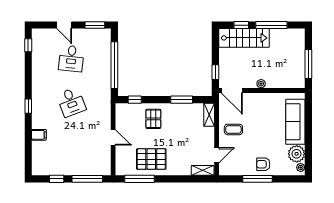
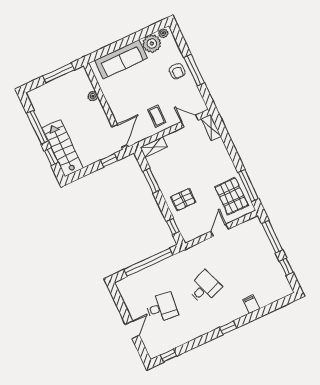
window: (95, 25) -> (118, 300), removed
plant: (261, 84) -> (93, 96), moved
pallet: (151, 159) -> (231, 196), moved

